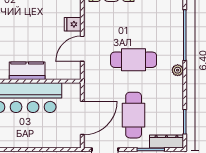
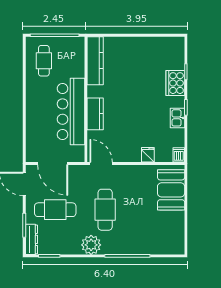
fridge: (73, 24) -> (148, 155), moved
door: (82, 49) -> (101, 164), moved
plant: (178, 70) -> (91, 245), width x1.87, depth x1.87

